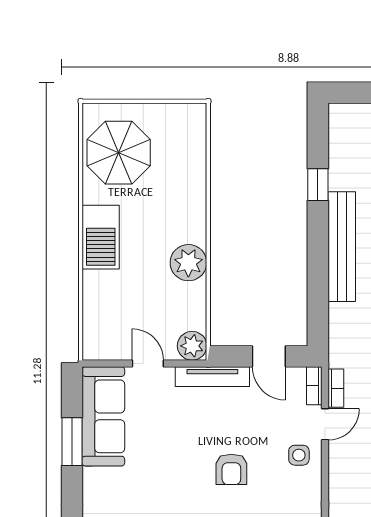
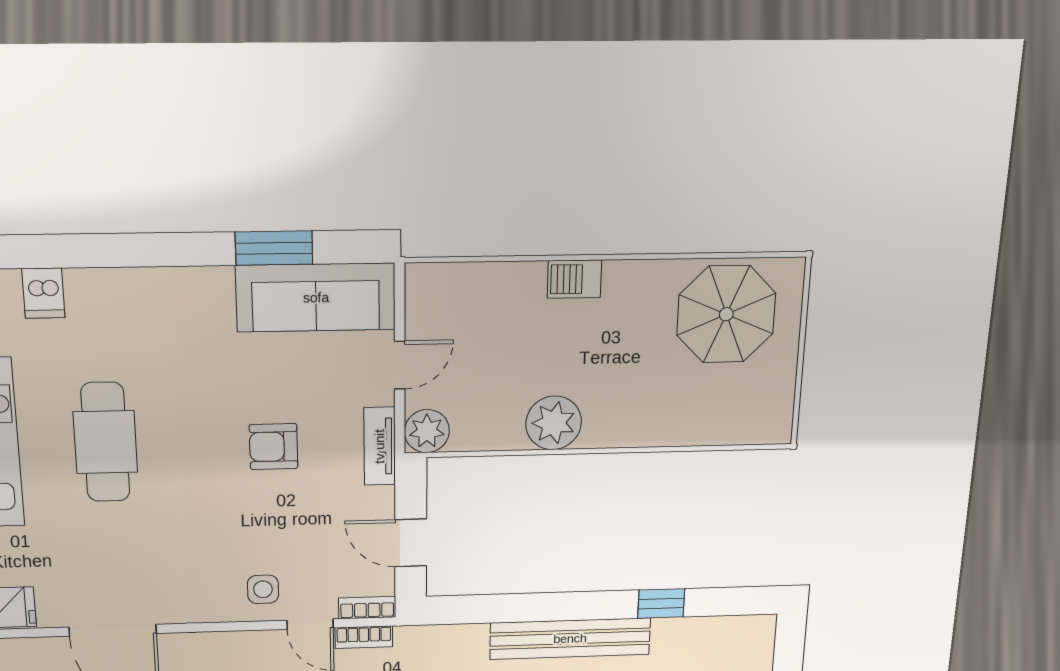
barbecue: (101, 237) -> (574, 279), width x0.53, depth x0.65
door: (269, 356) -> (411, 543), hinge flipped
tv unit: (212, 377) -> (380, 446), width x0.71
armchair: (231, 469) -> (274, 447), moved

